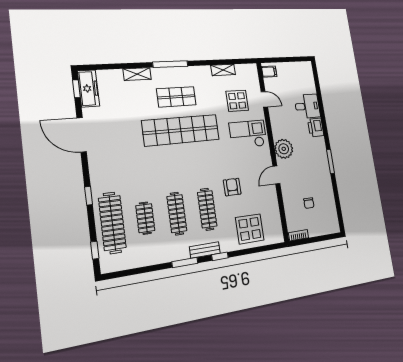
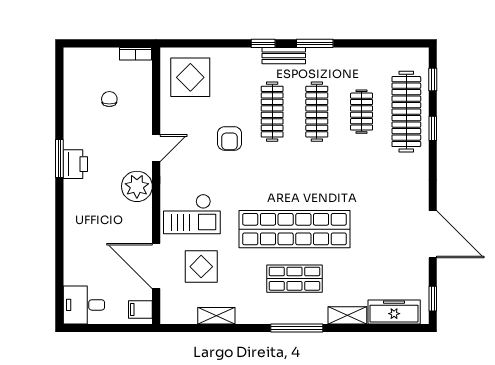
freezer: (88, 88) -> (394, 312), moved, turned 90
door: (264, 99) -> (156, 266), width x1.87
desk: (307, 106) -> (84, 305), moved
printer: (316, 127) -> (75, 164), moved
window: (89, 196) -> (433, 128), moved
display table: (250, 229) -> (190, 77), moved

